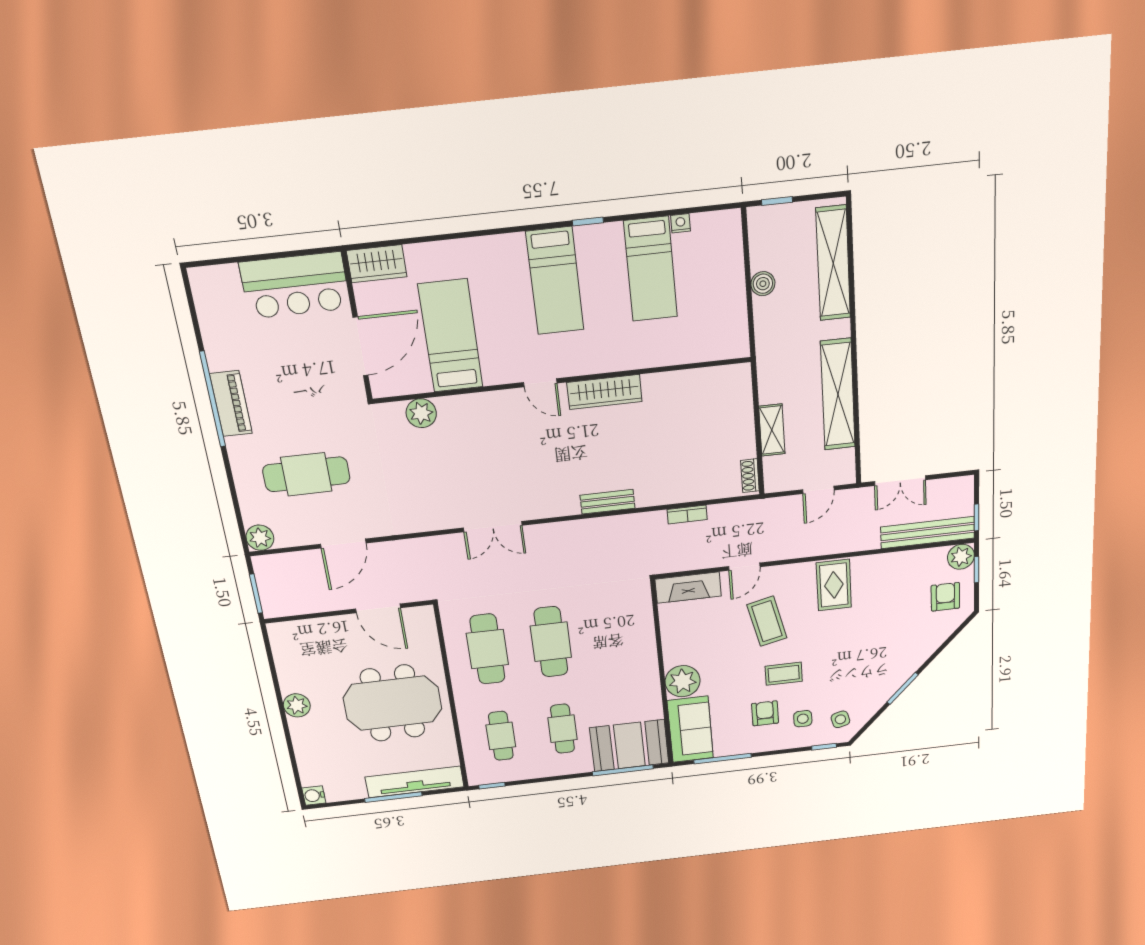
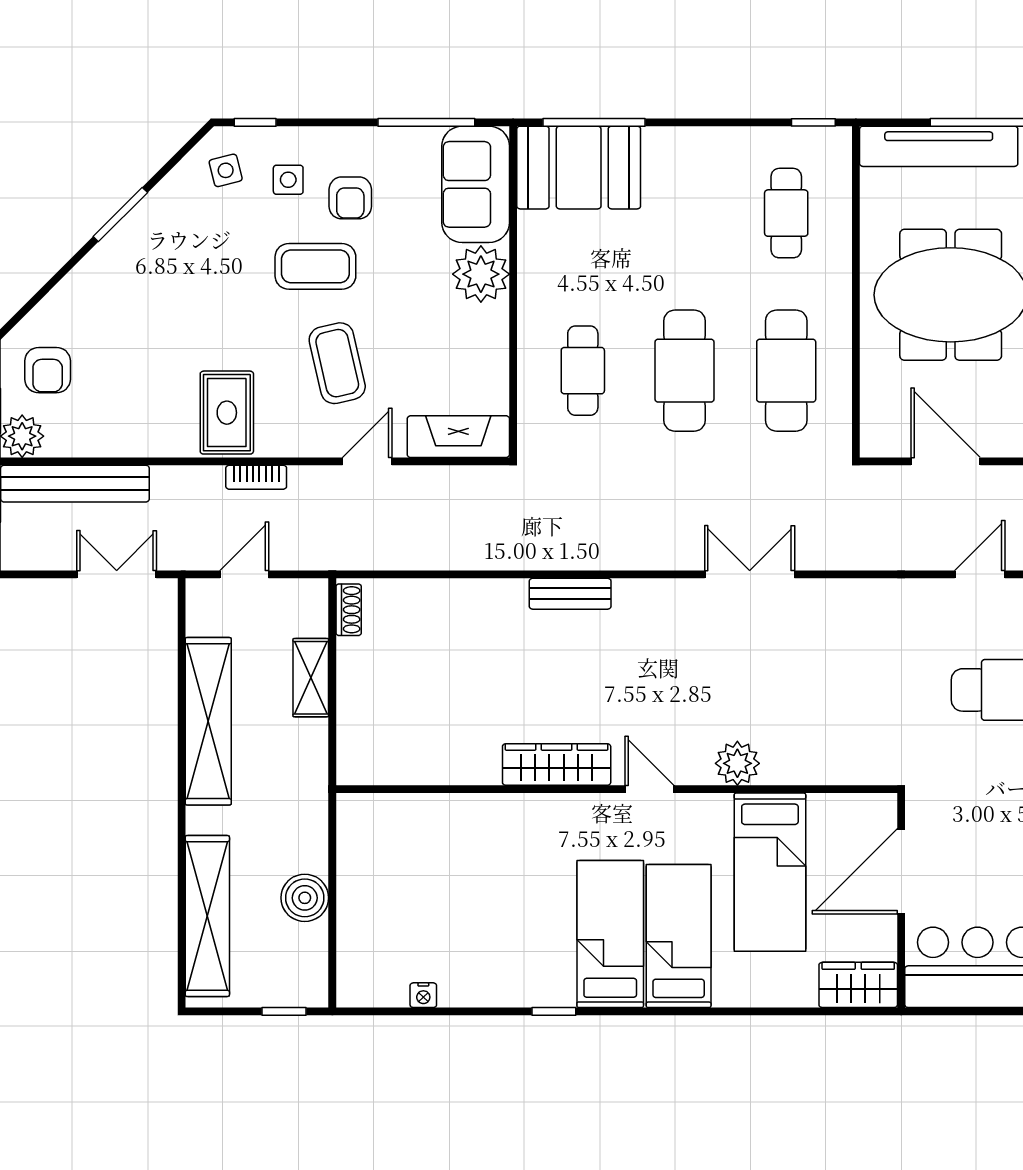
bed: (651, 269) -> (679, 936), moved
boiler: (763, 284) -> (305, 898), width x1.36, depth x1.36
plant: (421, 413) -> (737, 763), moved
bookcase: (687, 514) -> (256, 477), moved, turned 180
door: (343, 544) -> (980, 574), width x0.73
coffee table: (784, 674) -> (315, 266), width x1.36, depth x1.30
cafe table: (563, 729) -> (583, 371), moved

